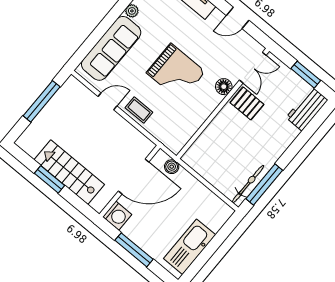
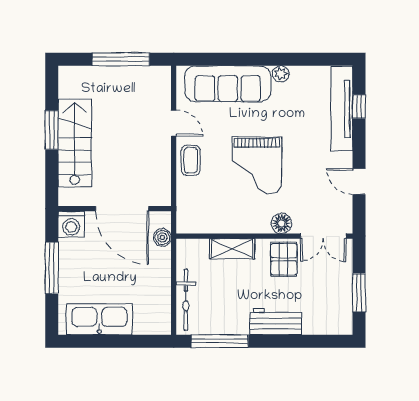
workbench: (307, 109) -> (275, 322), moved
shelving: (214, 130) -> (232, 249), added
bicycle: (248, 184) -> (186, 300), moved, turned 90

